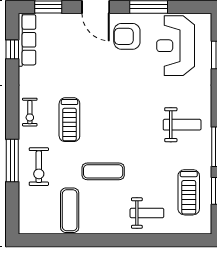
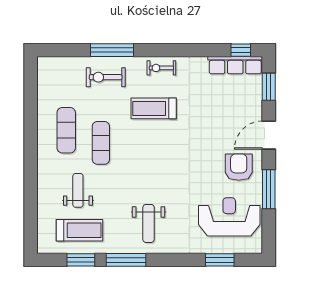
window: (12, 49) -> (241, 50), moved
treadmill: (189, 192) -> (80, 230), turned 180
exercise mat: (70, 210) -> (66, 130), moved, turned 90
weight bench: (147, 213) -> (78, 190), moved, turned 180

